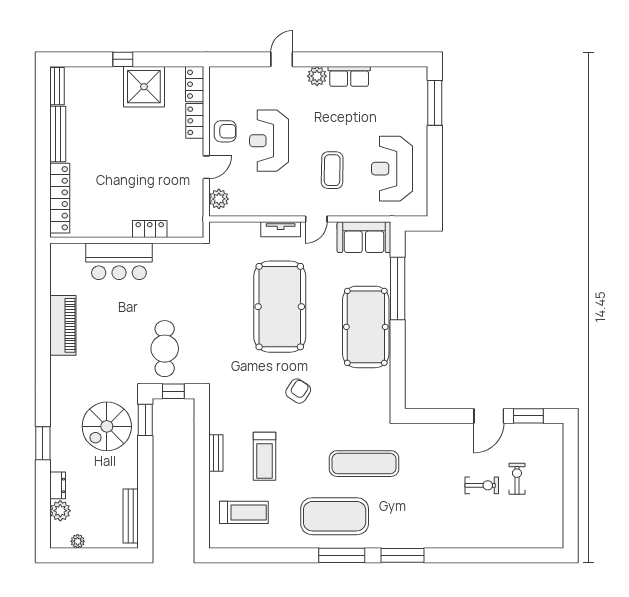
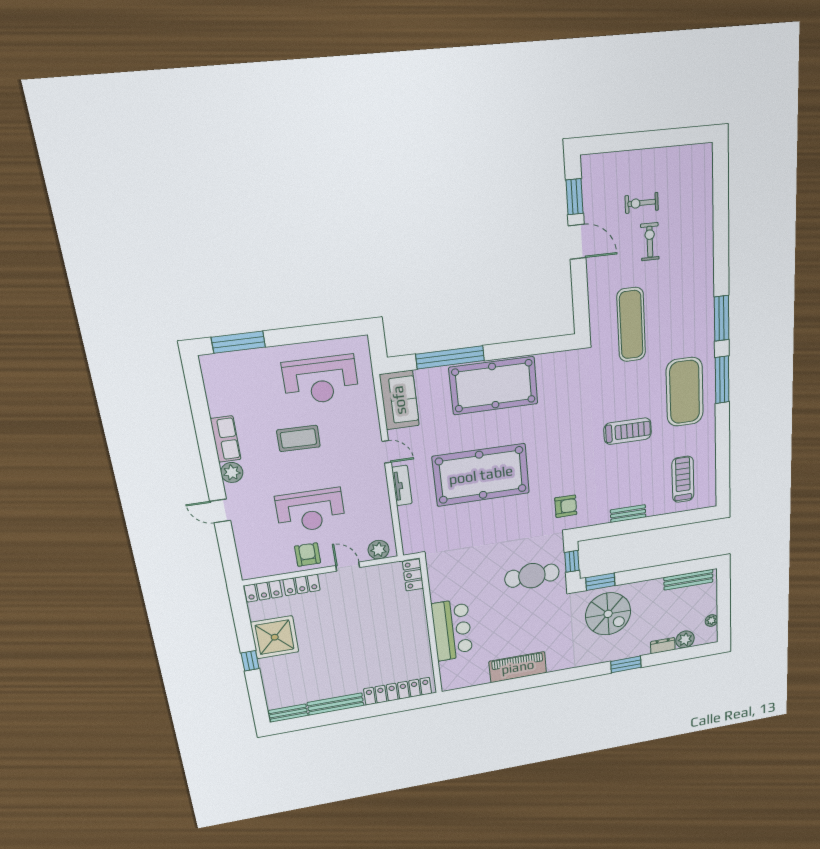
coffee table: (332, 170) -> (299, 438), moved
locker: (150, 229) -> (413, 575), moved
armchair: (298, 391) -> (566, 506), moved, turned 147
treadmill: (265, 456) -> (628, 431), moved
exercise mat: (364, 464) -> (631, 325), moved

